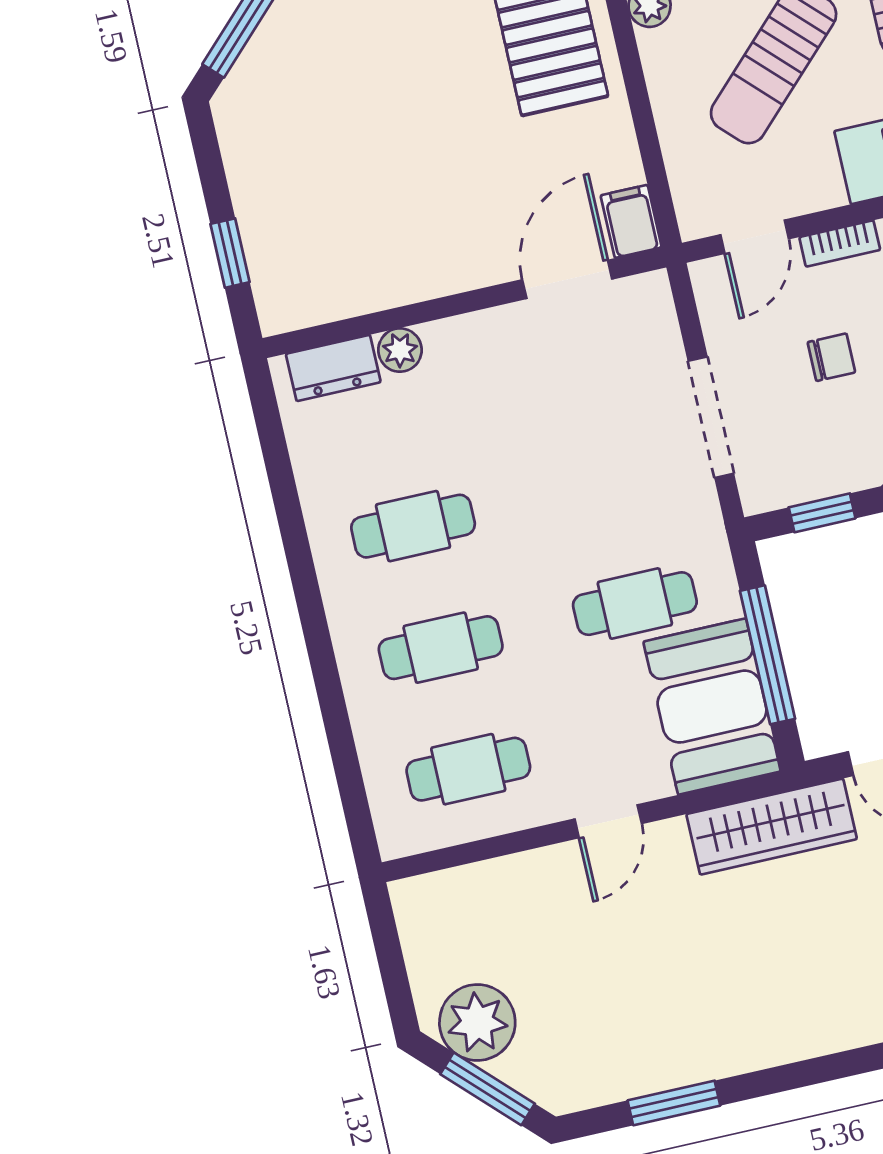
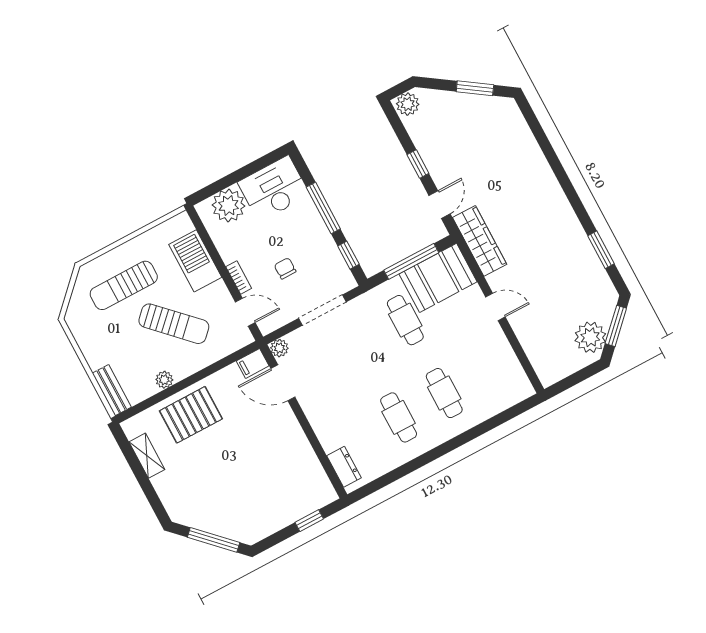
plant: (400, 350) -> (279, 348), moved
cafe table: (468, 769) -> (490, 369), removed

